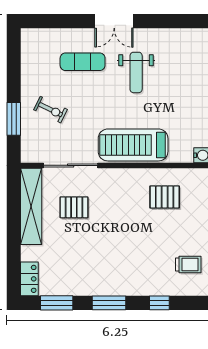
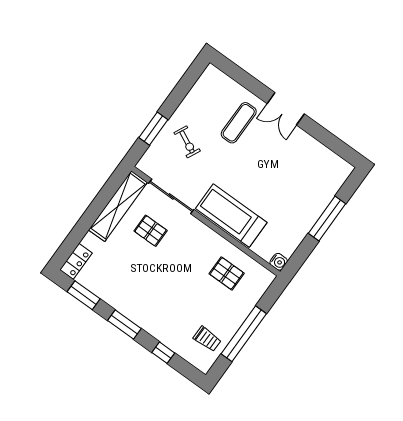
exercise mat: (83, 62) -> (239, 123), turned 90
weight bench: (136, 72) -> (274, 161), removed

